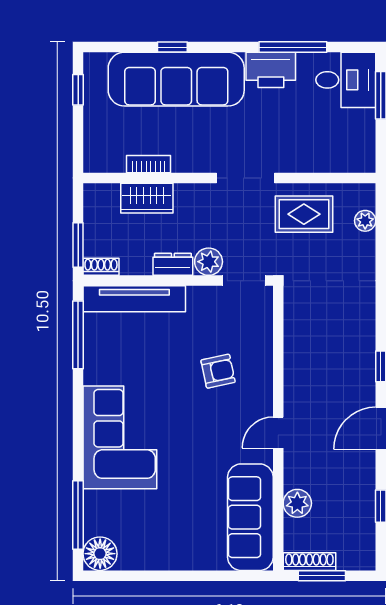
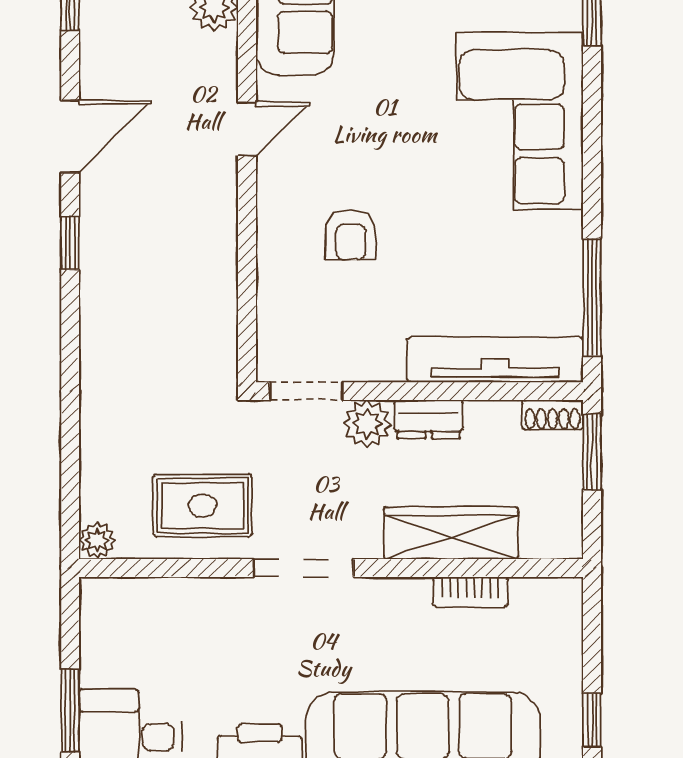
wardrobe: (147, 198) -> (451, 533), width x1.50
plant: (365, 221) -> (97, 540), moved
armchair: (218, 371) -> (351, 235), turned -78

